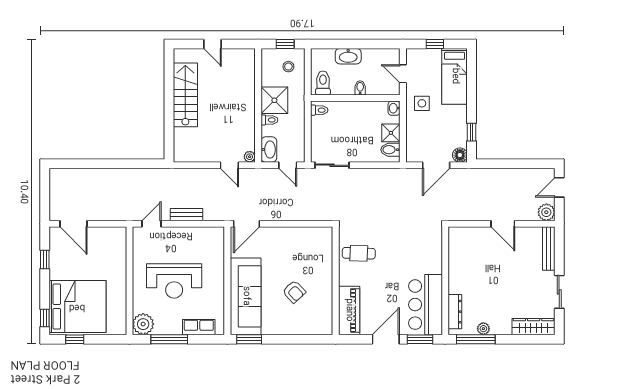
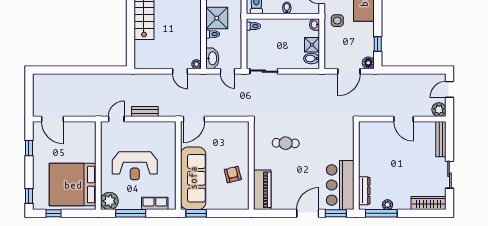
wall: (336, 281) -> (251, 166), moved
armchair: (294, 292) -> (233, 175), turned -151
bed: (77, 307) -> (73, 185), moved, turned 180
piano: (349, 310) -> (262, 190), moved

